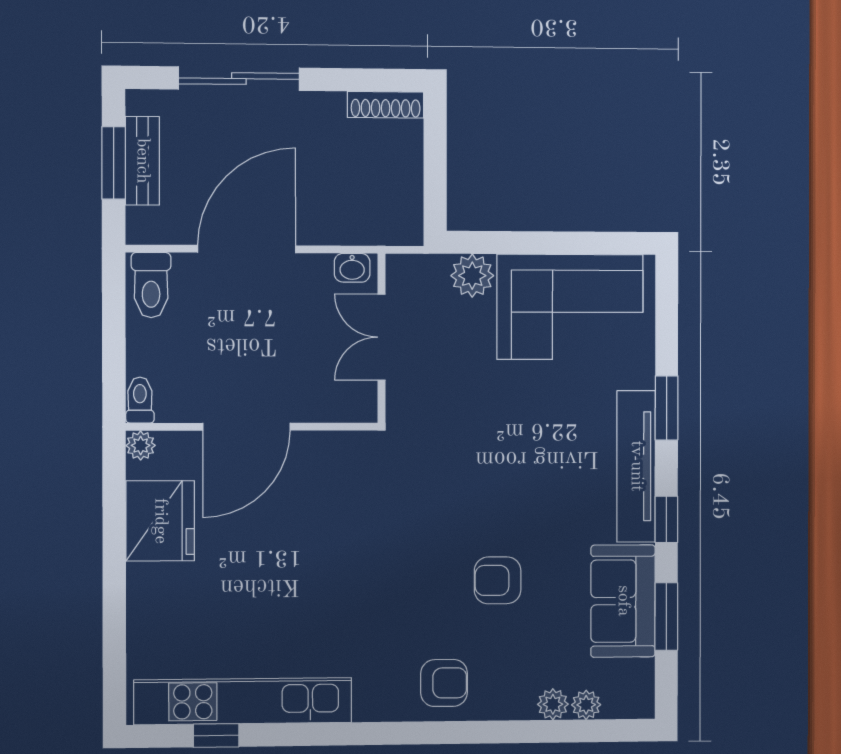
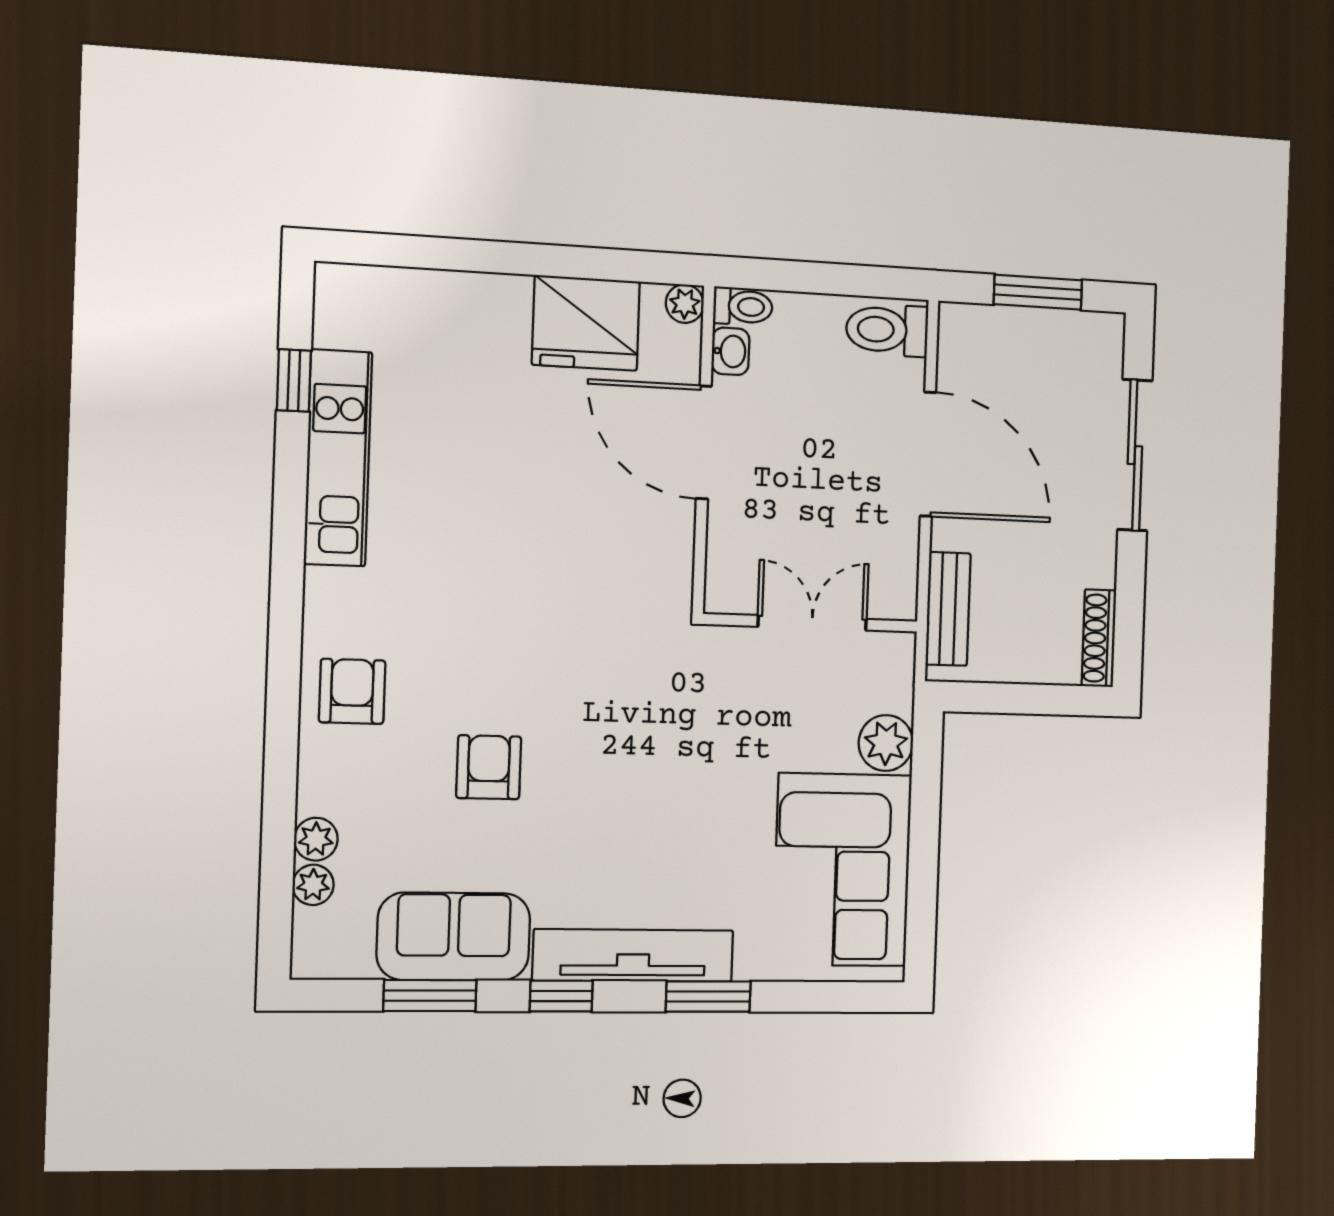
bench: (142, 161) -> (948, 609), moved, turned 90
washbasin: (352, 268) -> (730, 351), moved, turned 180
armchair: (444, 683) -> (352, 691), turned 180
kitchen unit: (243, 701) -> (338, 458), width x0.73

